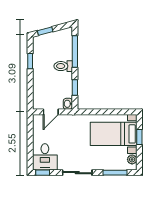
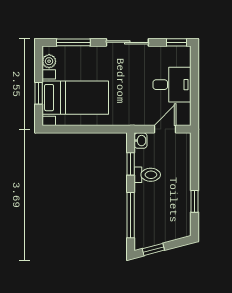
window: (45, 31) -> (153, 249), moved
toilet: (63, 66) -> (147, 175), moved
desk: (45, 157) -> (172, 85), moved, turned 90

